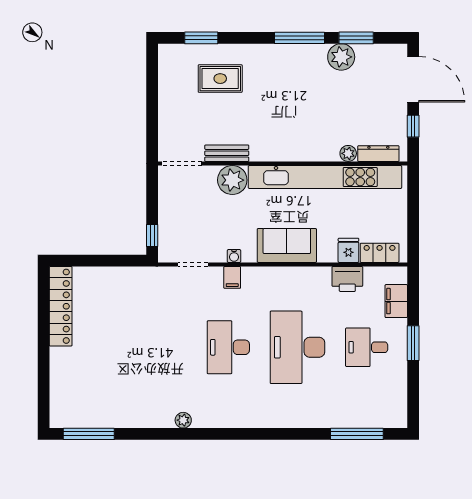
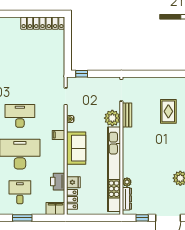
filing cabinet: (232, 277) -> (58, 135), moved
filing cabinet: (396, 301) -> (55, 209), moved

